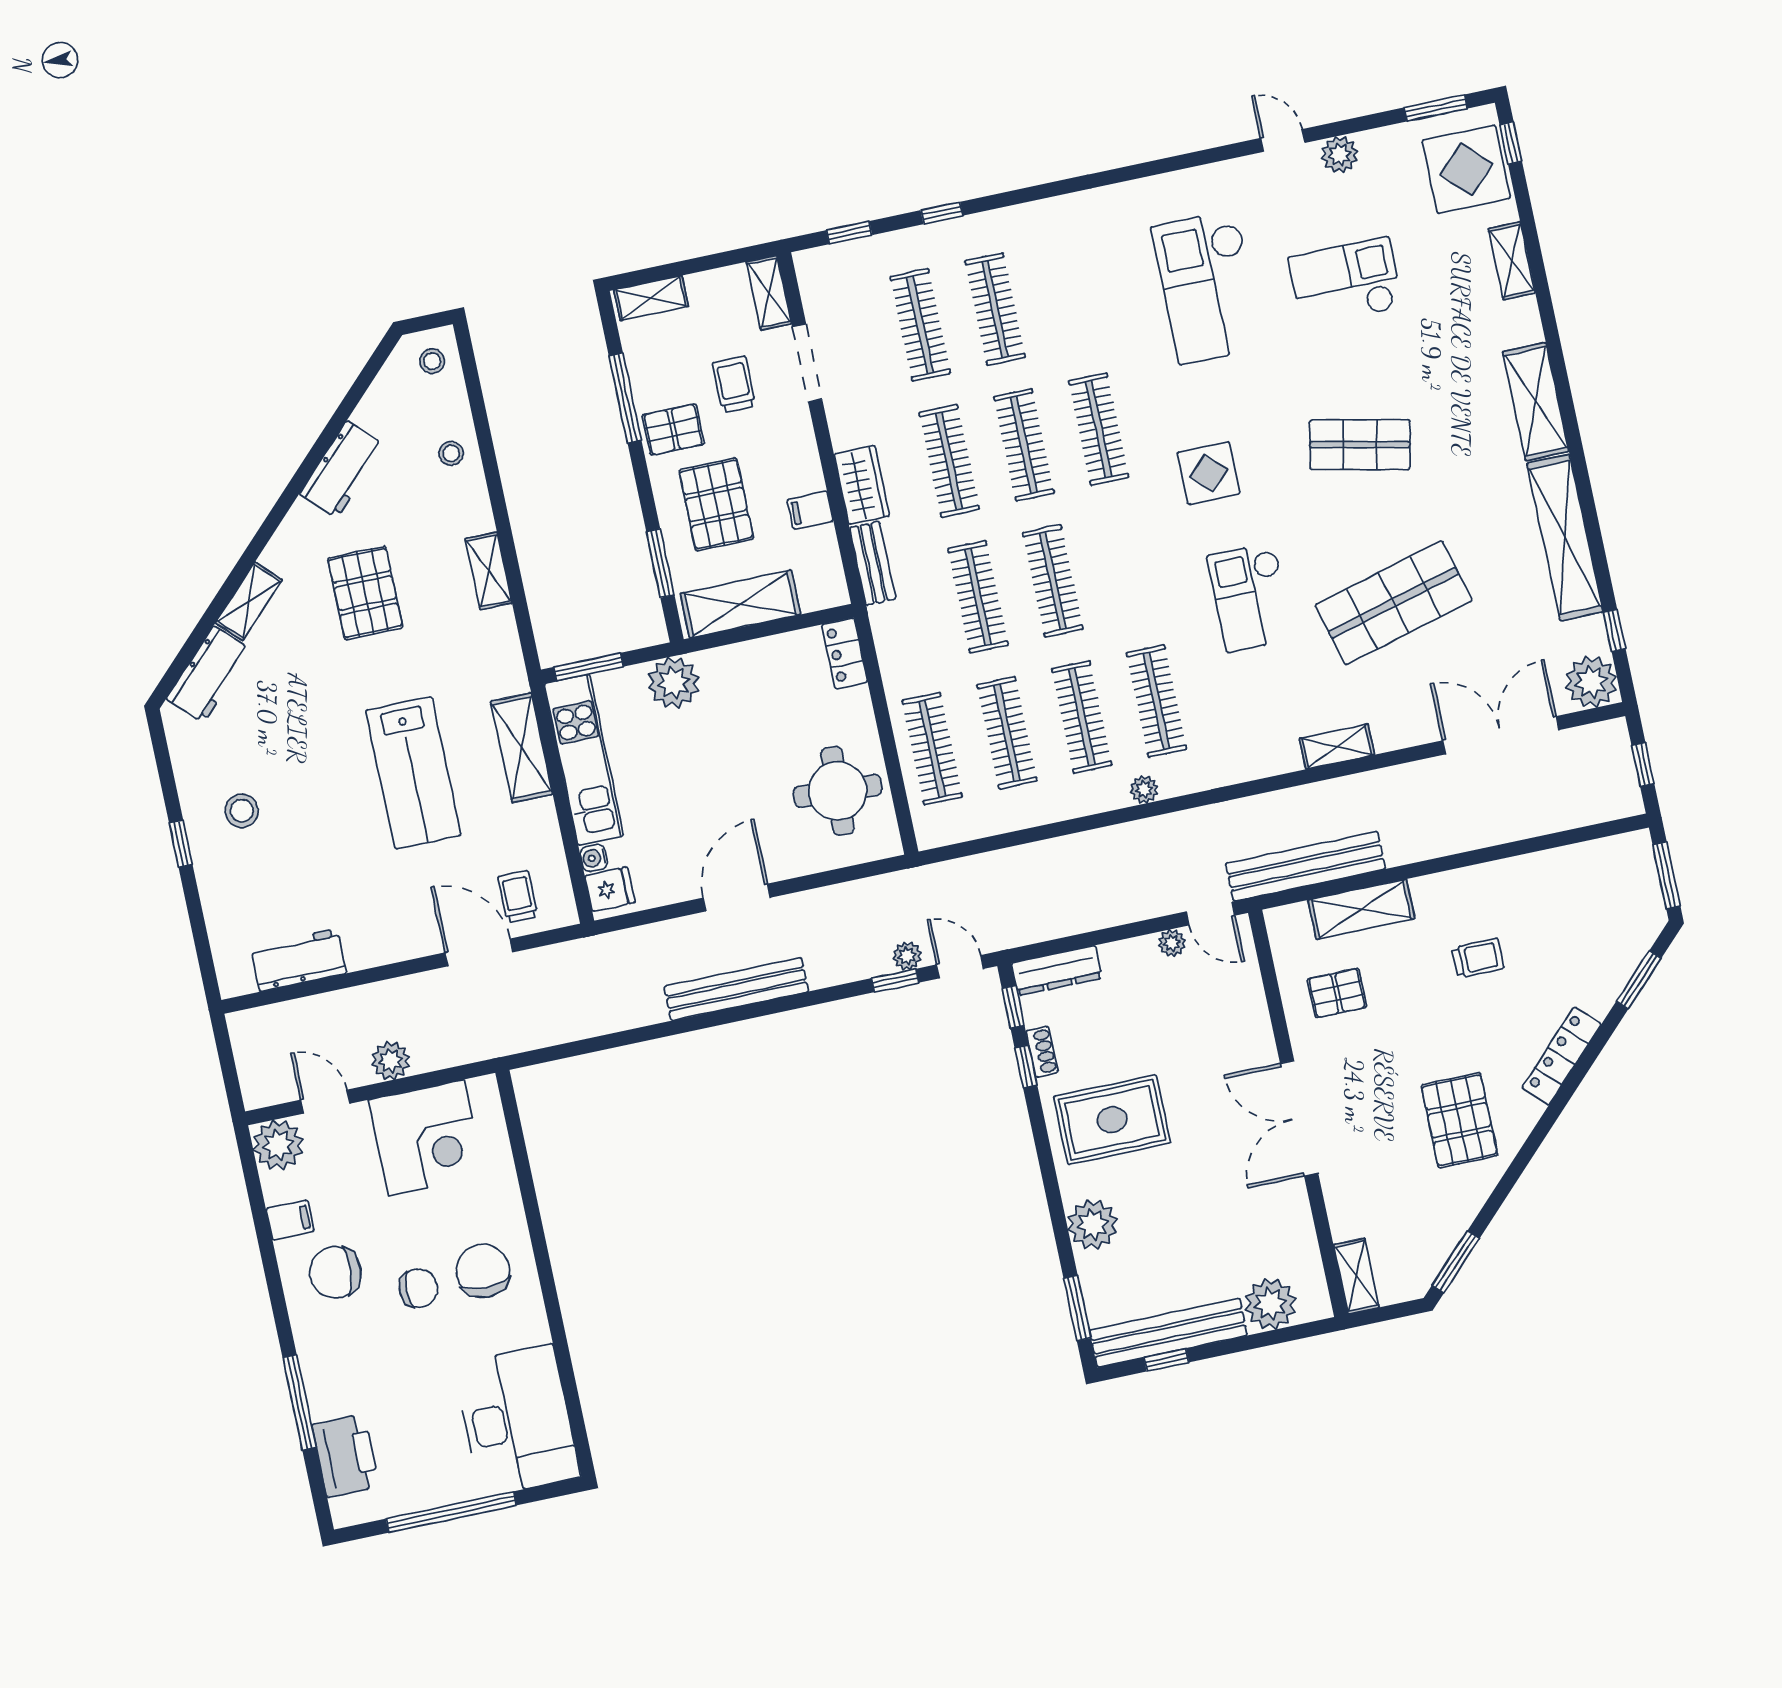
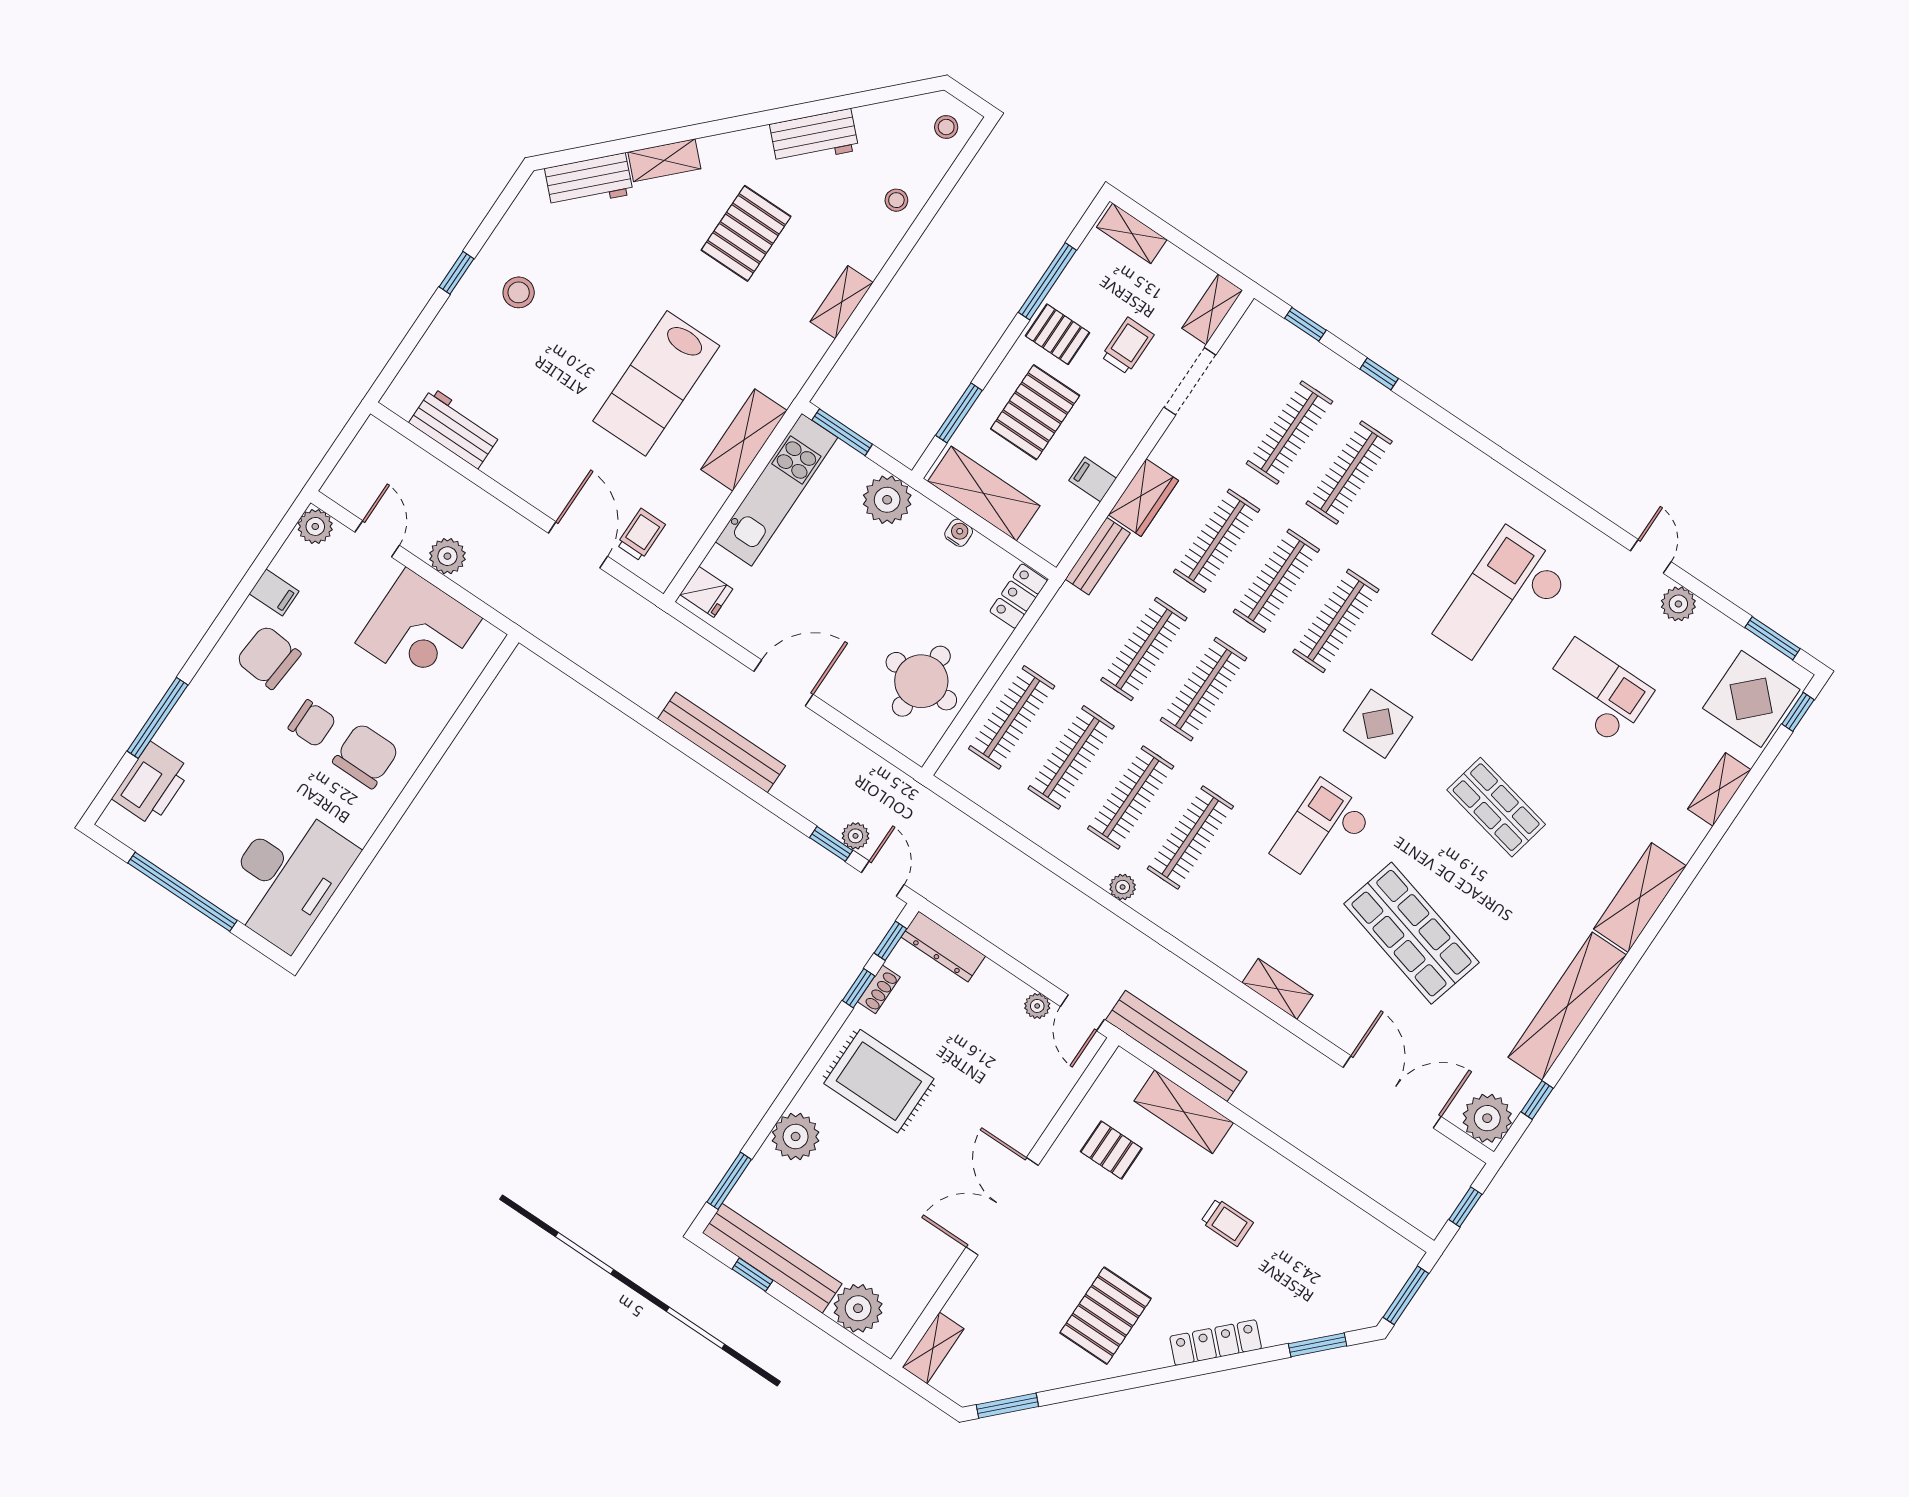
shop shelf: (1394, 603) -> (1411, 933), turned 30
water cooler: (594, 858) -> (959, 533), moved, turned 90
plant: (278, 1145) -> (315, 526), width x0.73, depth x0.73

